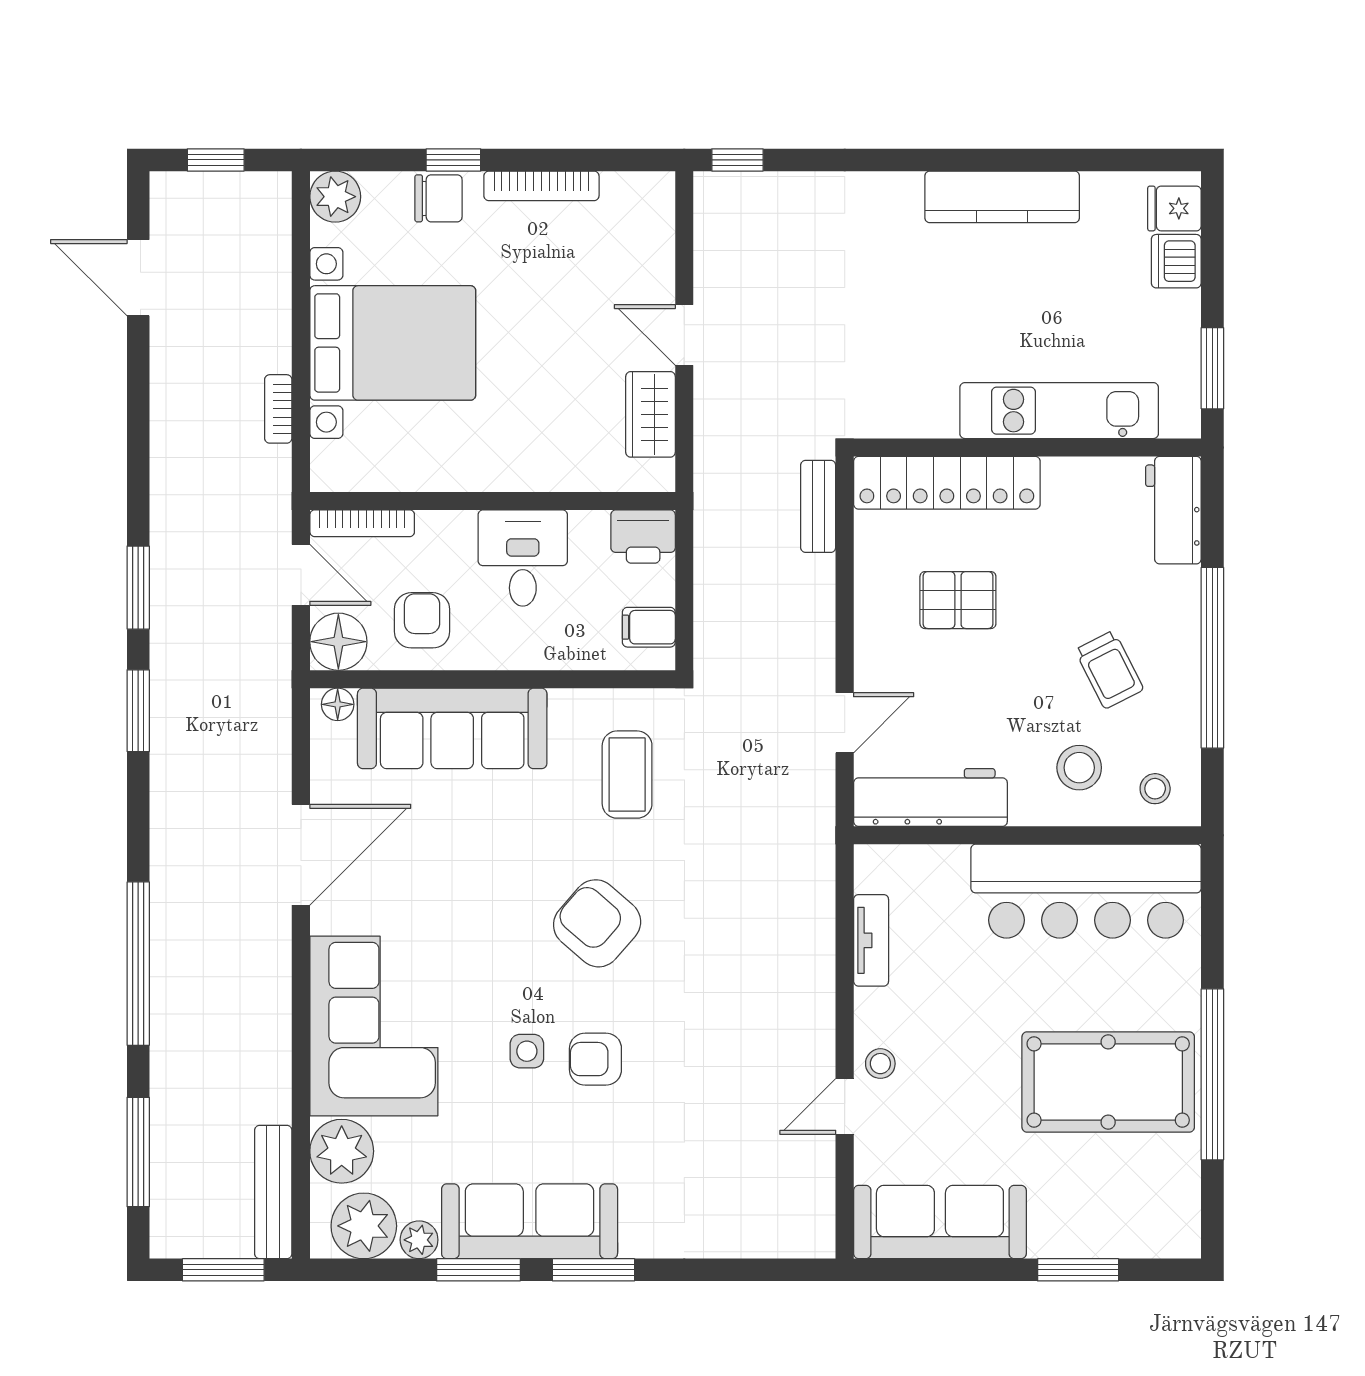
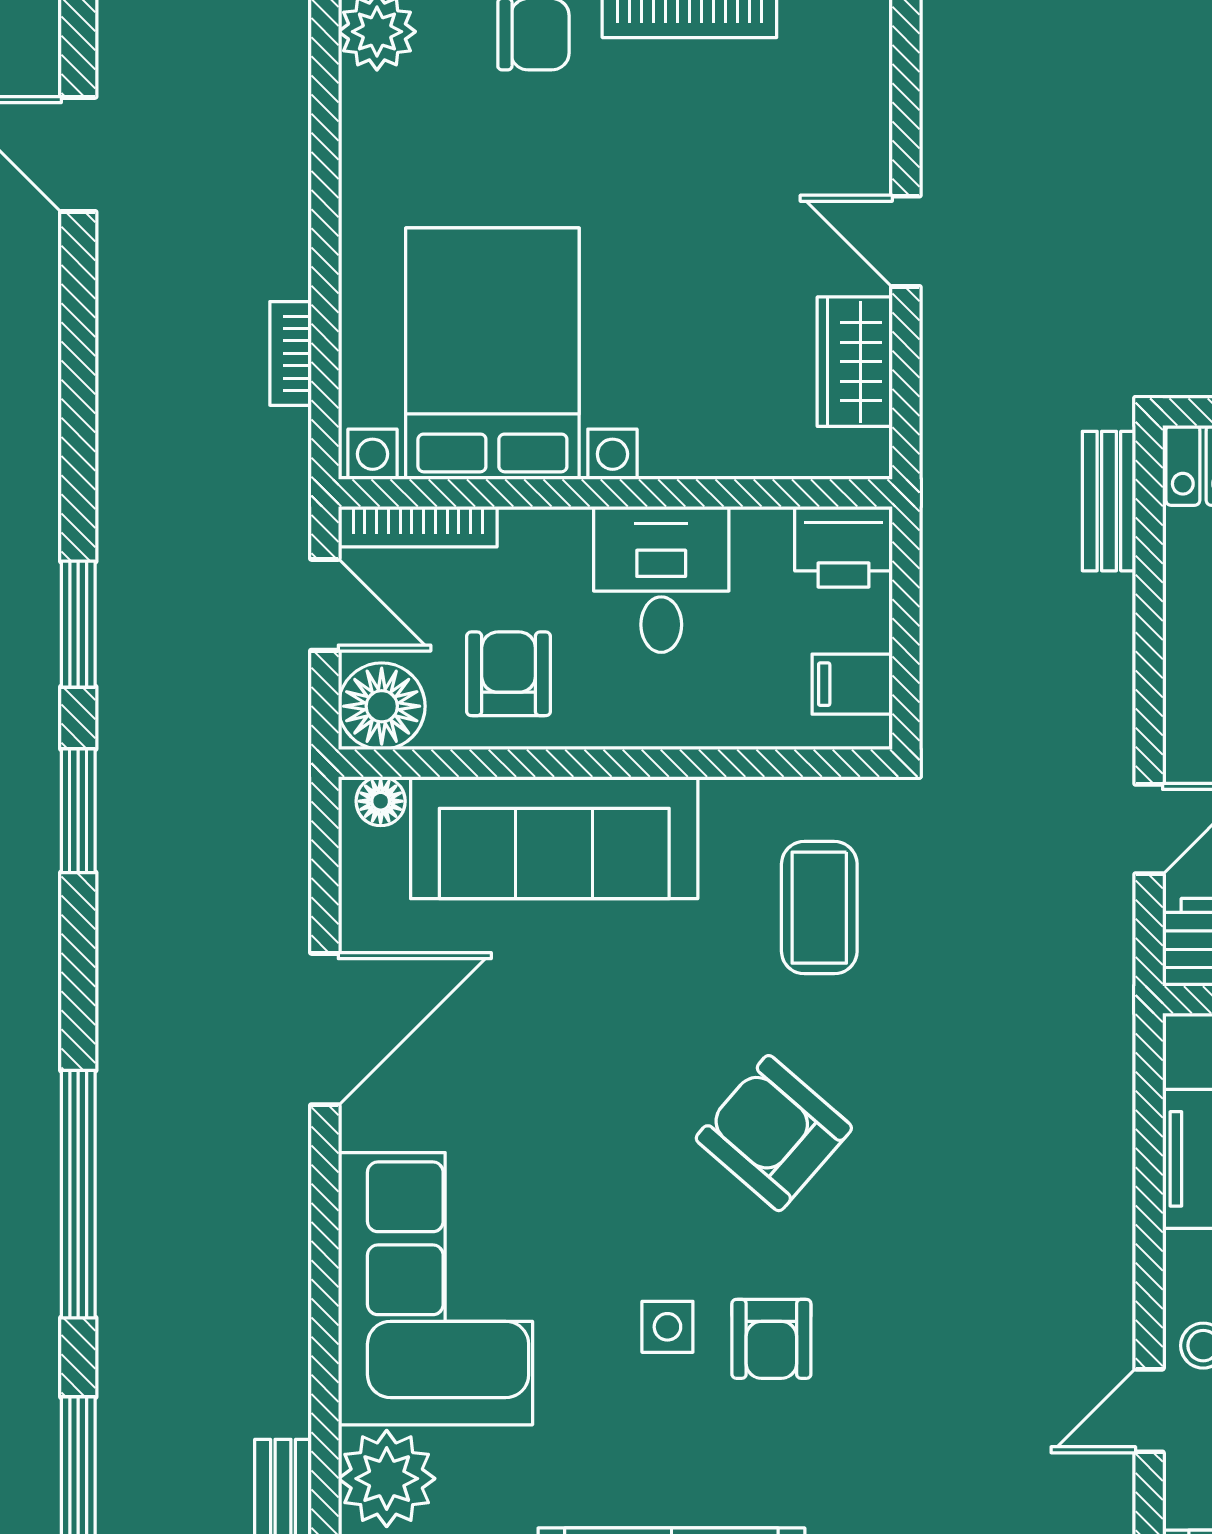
bed with nightstands: (393, 343) -> (492, 354), moved, turned -90
armchair: (595, 1059) -> (771, 1339), turned -90

